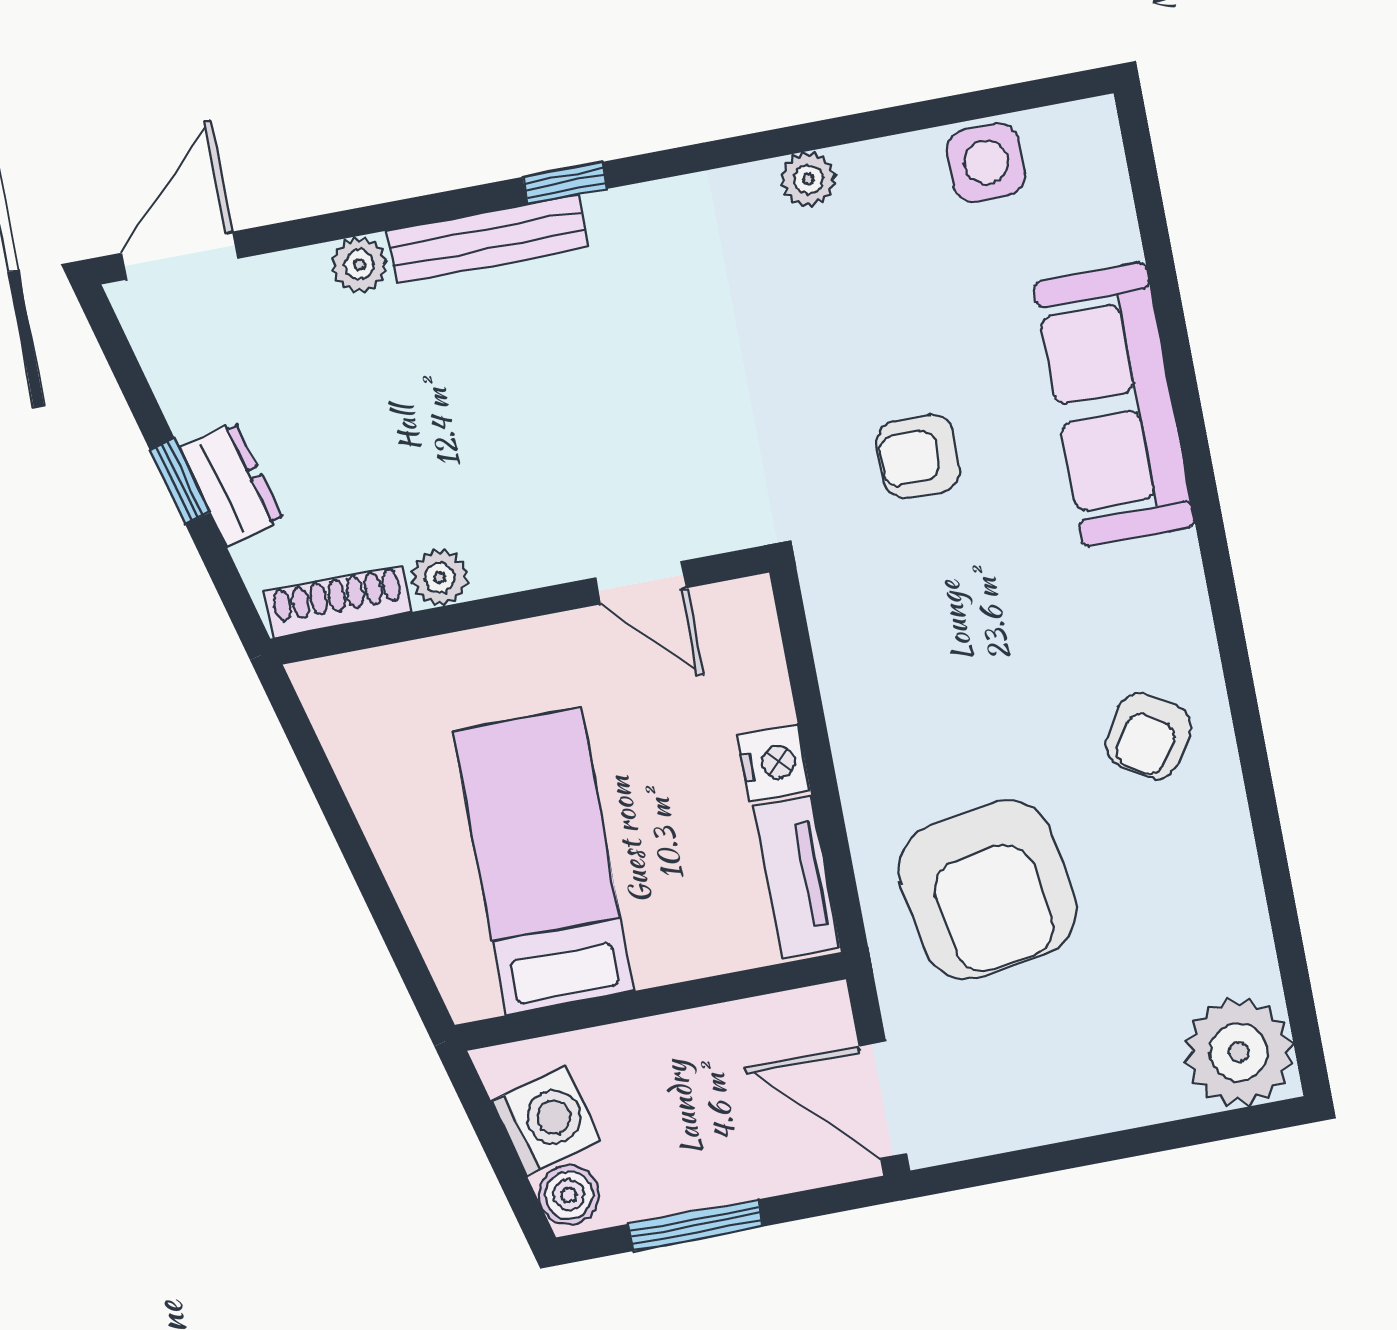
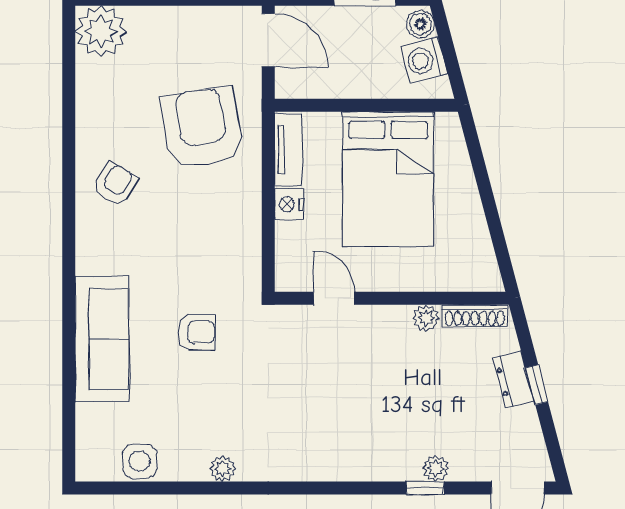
window: (565, 183) -> (425, 488), moved
bench: (488, 239) -> (375, 469), removed
bed: (543, 861) -> (388, 179), width x1.50

